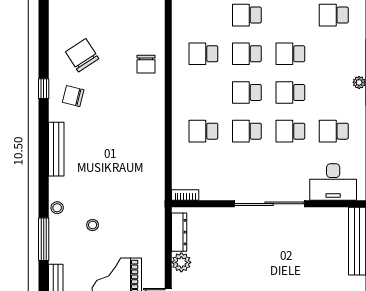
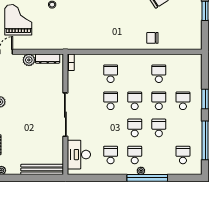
school desk: (290, 131) -> (135, 155), moved

